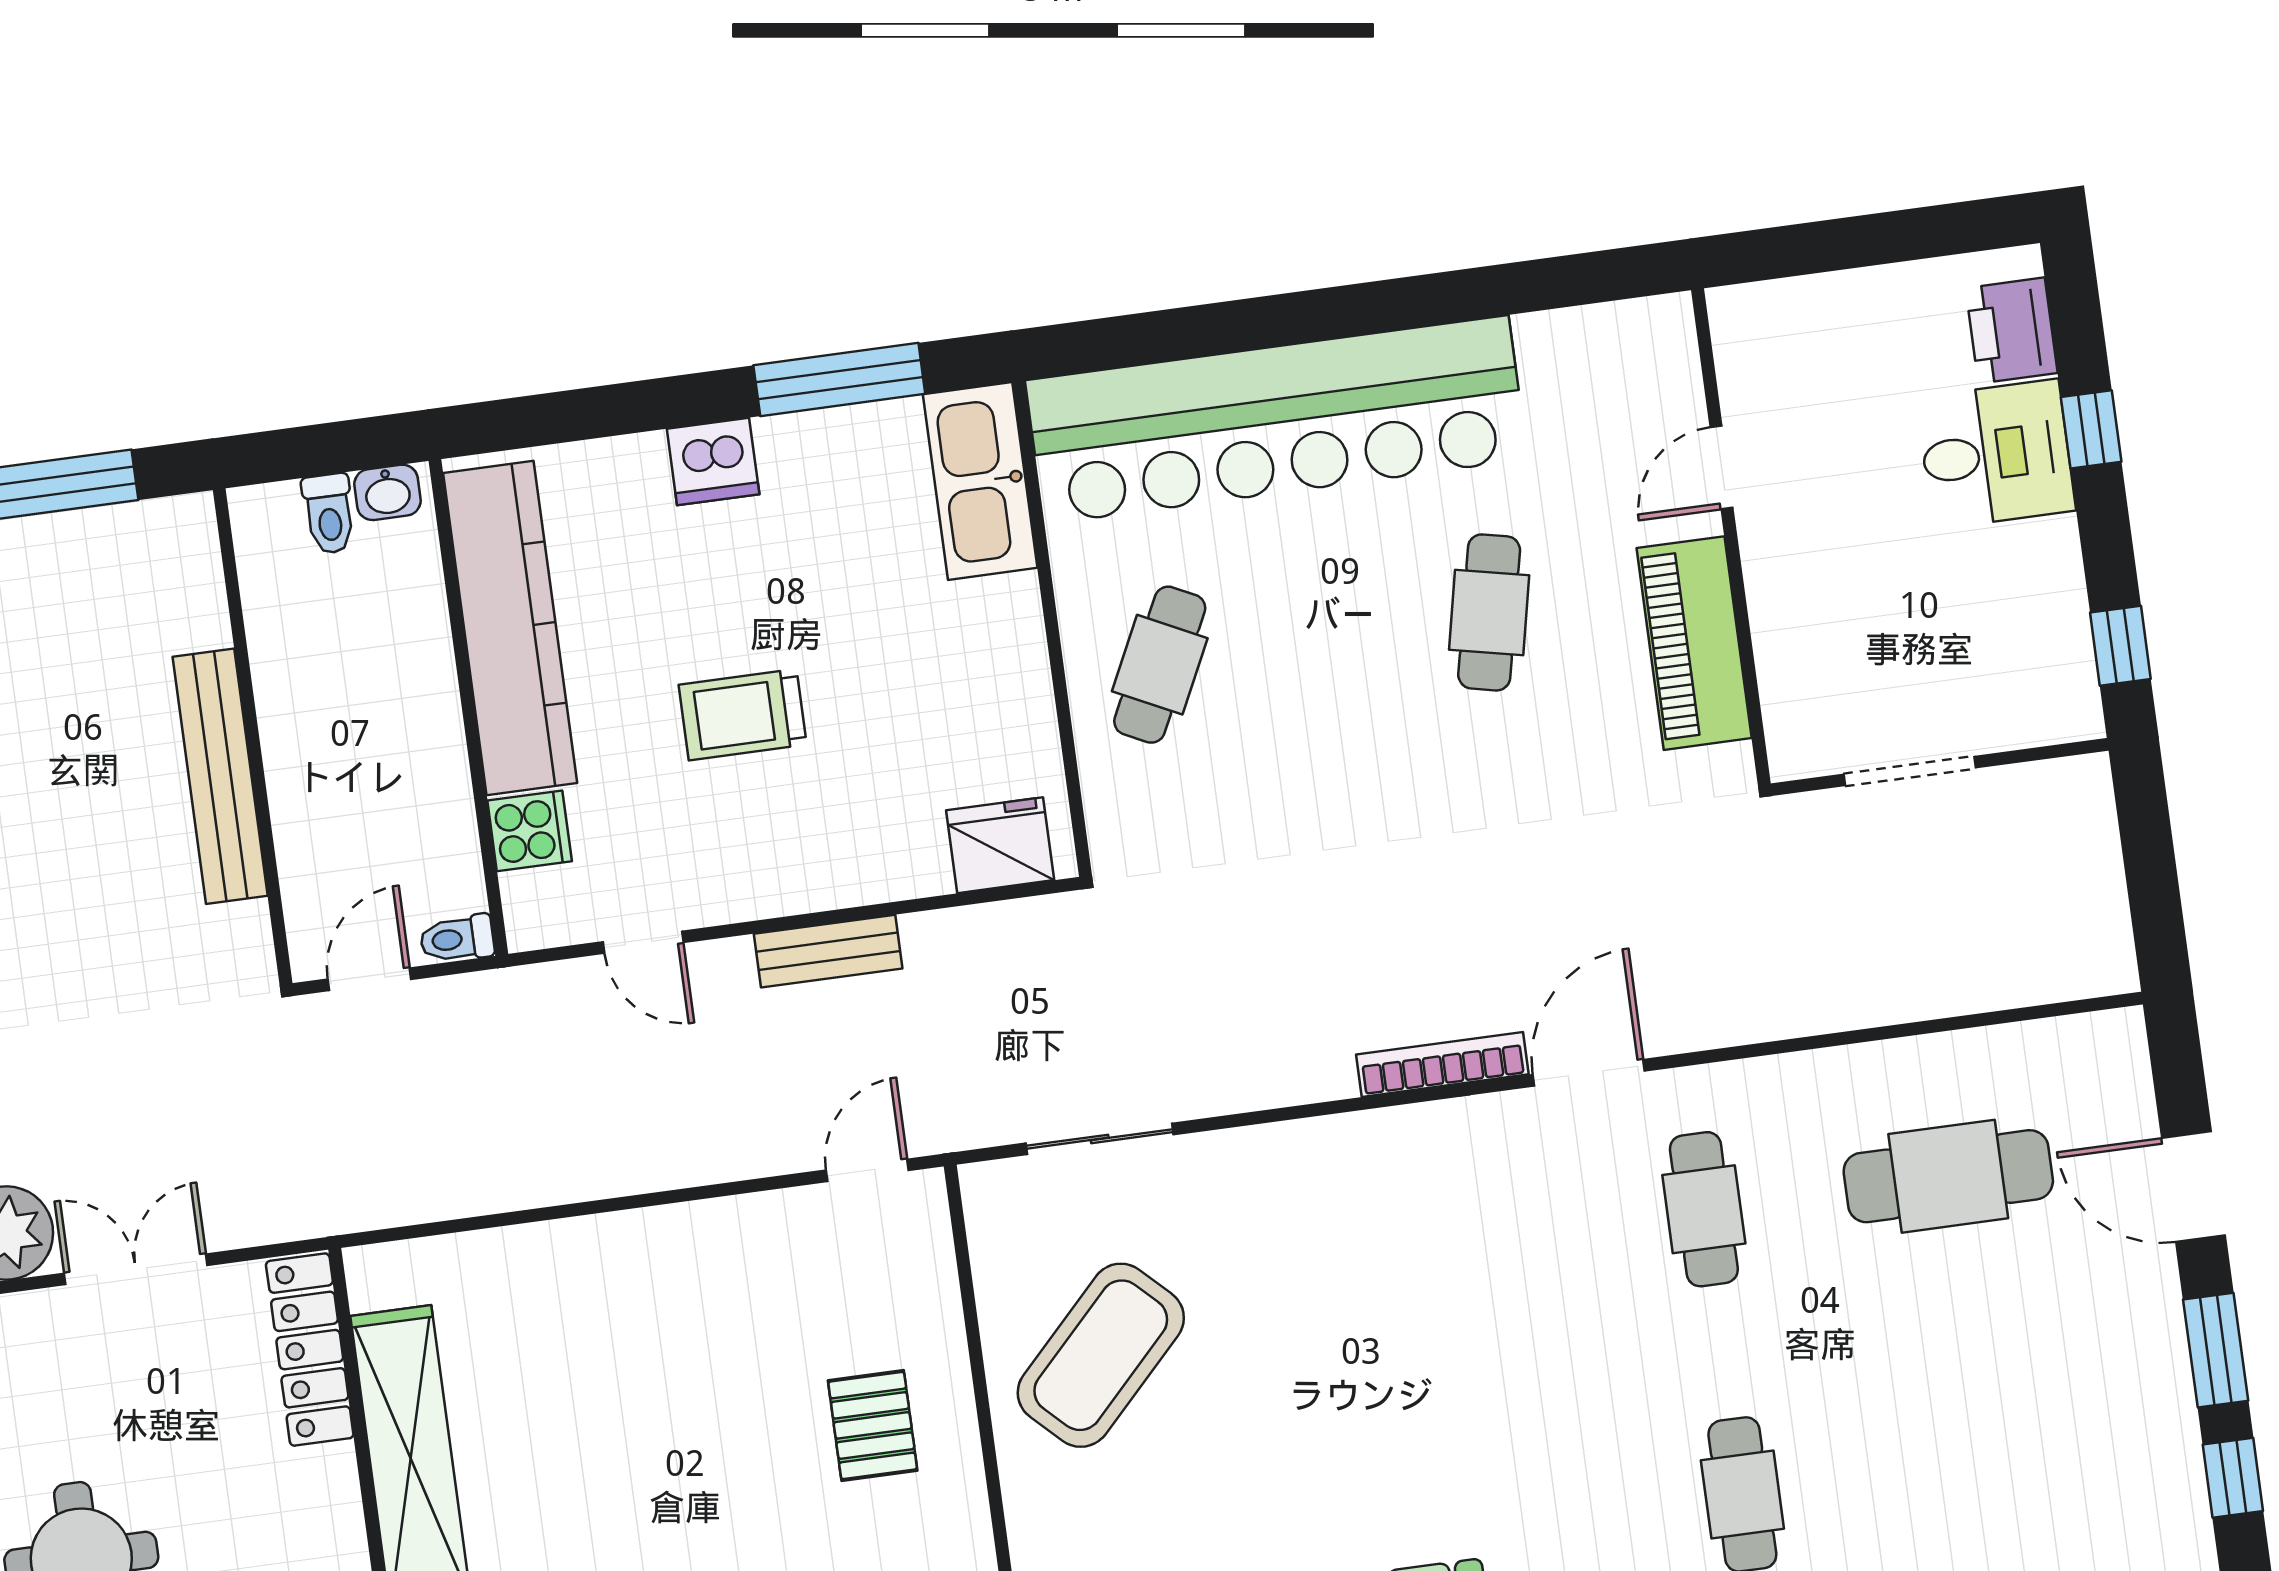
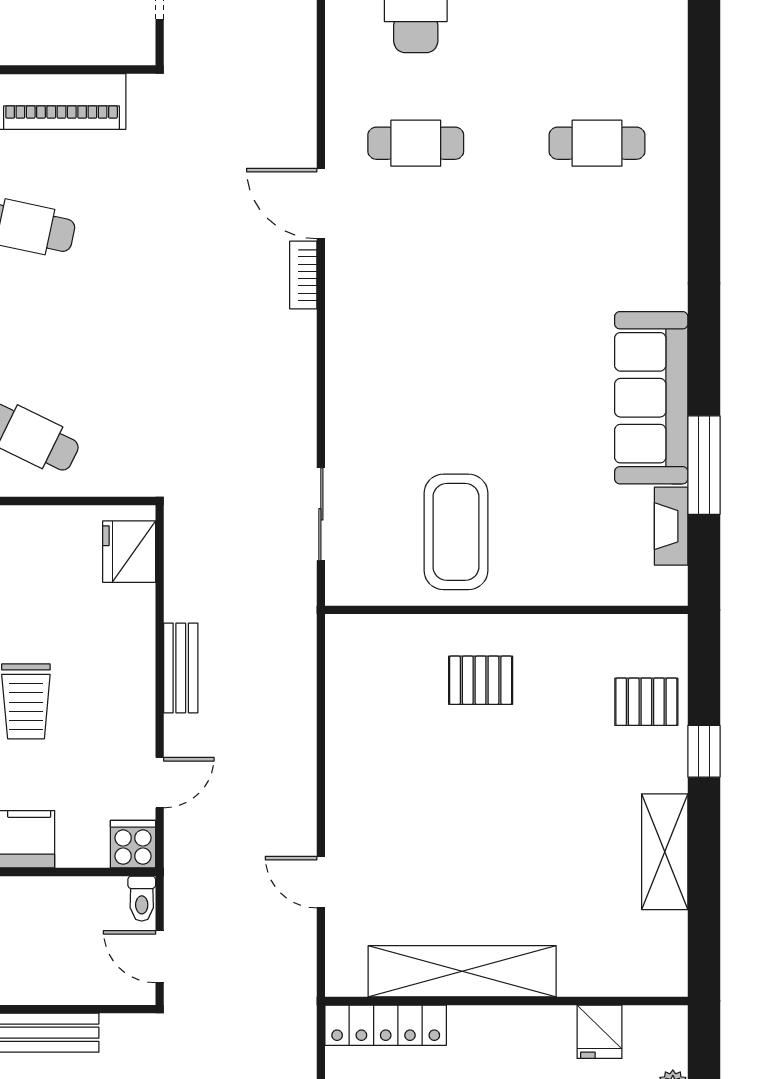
cooker: (530, 831) -> (133, 844), moved
bookcase: (1442, 1064) -> (303, 275), width x0.64
door: (867, 1170) -> (321, 882), moved
coffee table: (1101, 1355) -> (456, 532), turned 46

